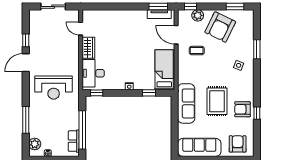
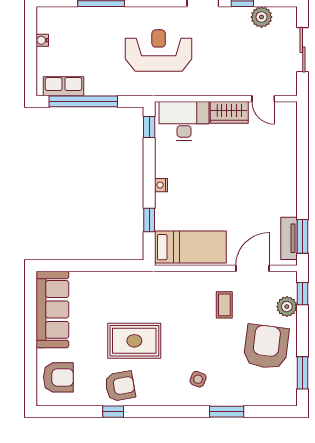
armchair: (220, 27) -> (266, 347), turned 71
door: (81, 29) -> (263, 99), swing flipped
reception desk: (54, 88) -> (159, 51), turned 90
sofa: (186, 103) -> (130, 286), removed
armchair: (242, 109) -> (120, 386), turned 80
plant: (35, 144) -> (262, 17), moved

